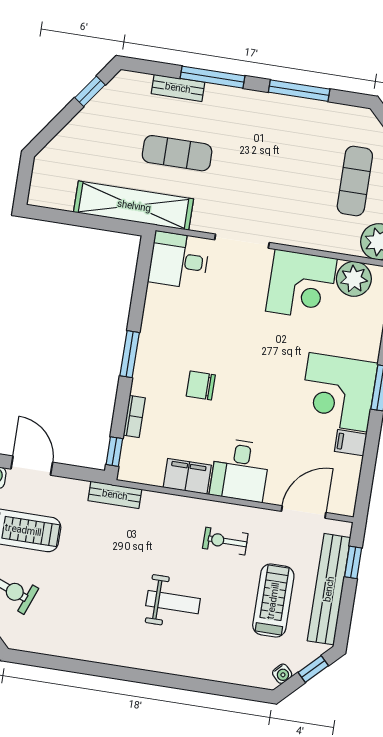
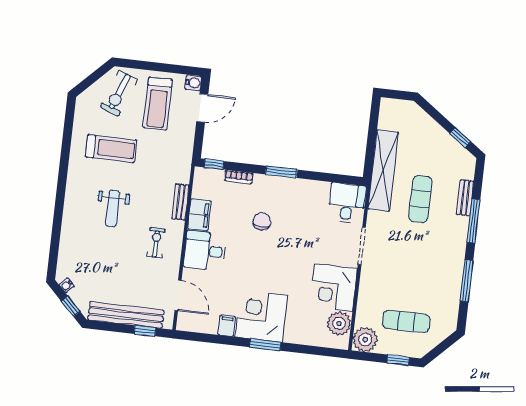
bench: (115, 495) -> (180, 202), moved
treadmill: (273, 601) -> (111, 149), moved

